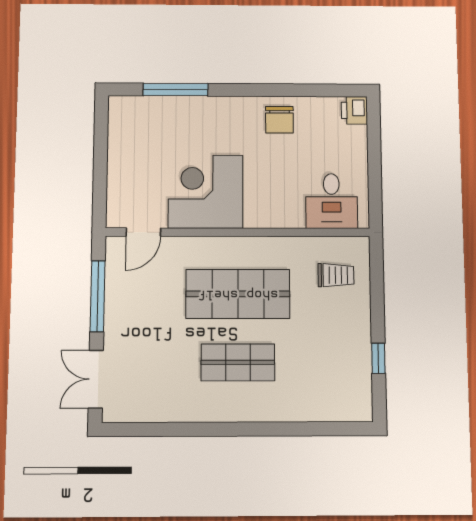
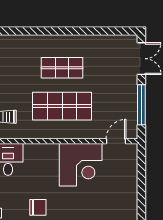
chair: (279, 120) -> (38, 207), turned 90

